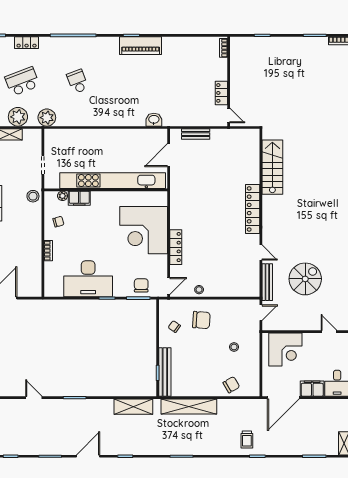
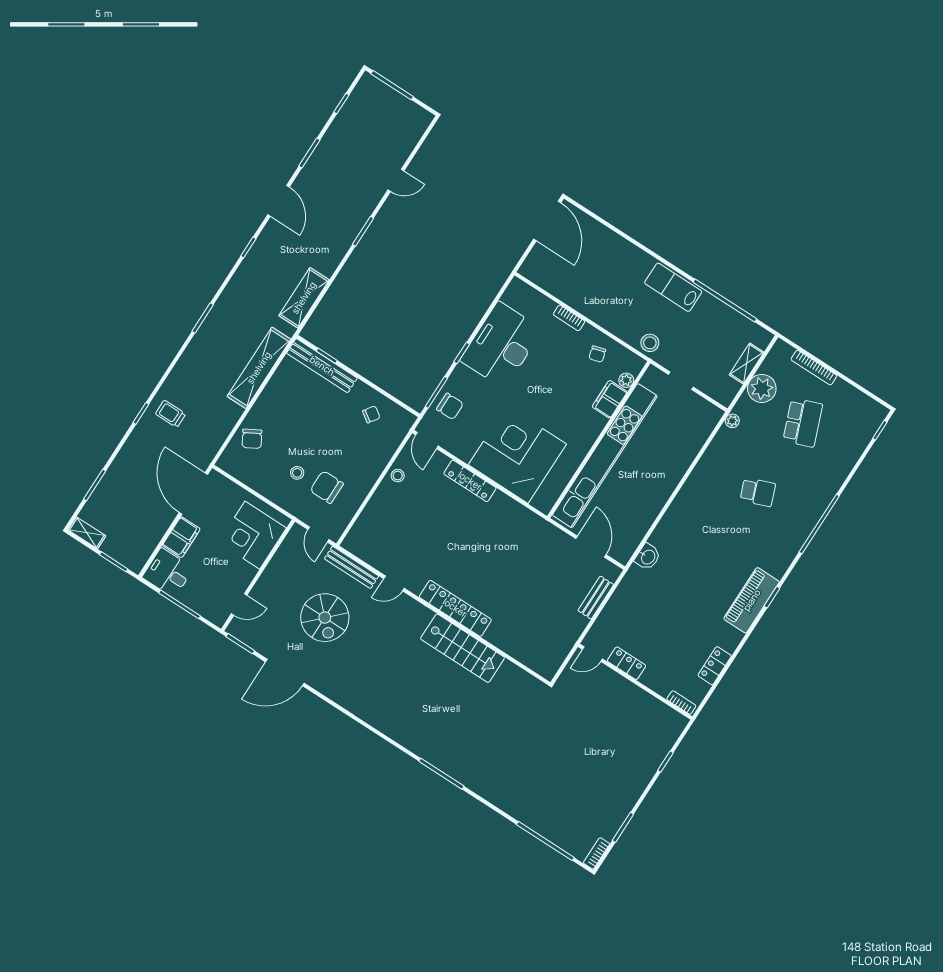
locker: (27, 43) -> (715, 666), moved
plant: (47, 118) -> (732, 421), width x0.53, depth x0.53
stairs: (272, 167) -> (463, 648), moved
chair: (201, 320) -> (327, 487), moved, turned 86

